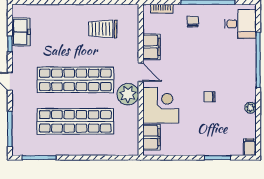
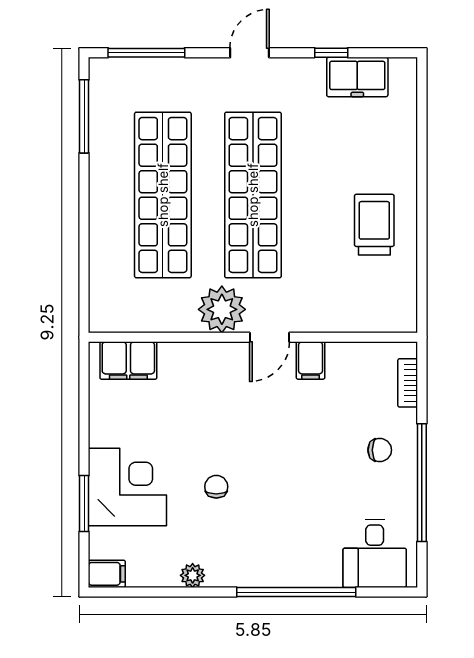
trolley: (103, 29) -> (374, 225), moved
filing cabinet: (151, 47) -> (311, 360), width x0.50
corner desk: (161, 105) -> (127, 487), moved, turned -90

